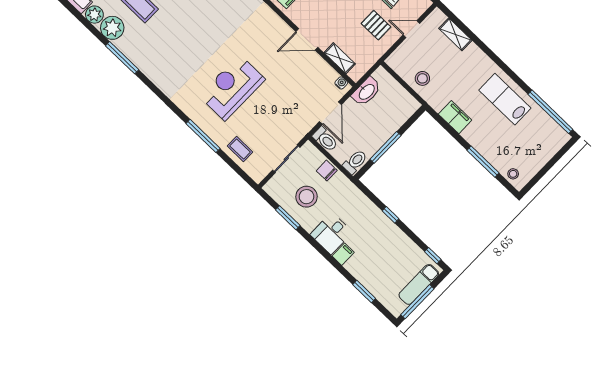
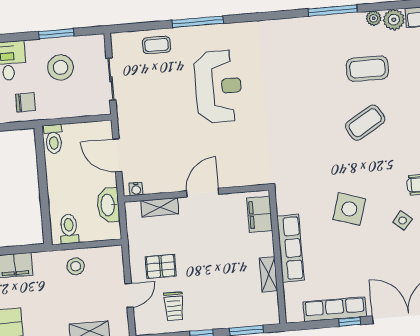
plant: (112, 28) -> (374, 18), width x0.53, depth x0.53
toilet: (325, 139) -> (69, 229), moved, turned 90
window: (385, 147) -> (42, 178), removed
chair: (327, 171) -> (26, 102), moved

